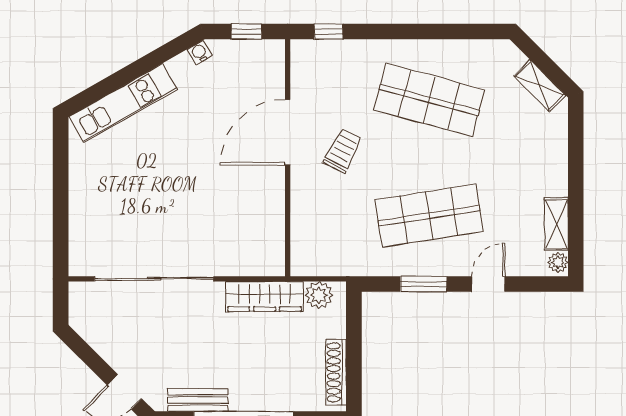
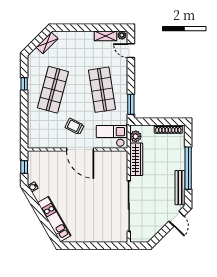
window: (329, 32) -> (24, 84), moved
door: (288, 132) -> (80, 150), moved
checkout: (320, 238) -> (112, 136), added
window: (424, 284) -> (131, 104), moved
door: (488, 284) -> (131, 51), moved
bench: (198, 400) -> (180, 188), width x1.36

